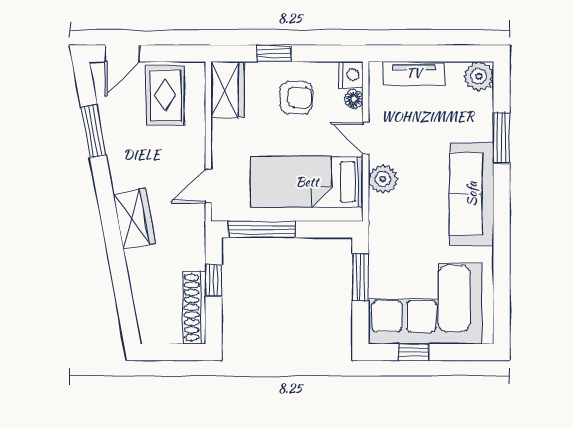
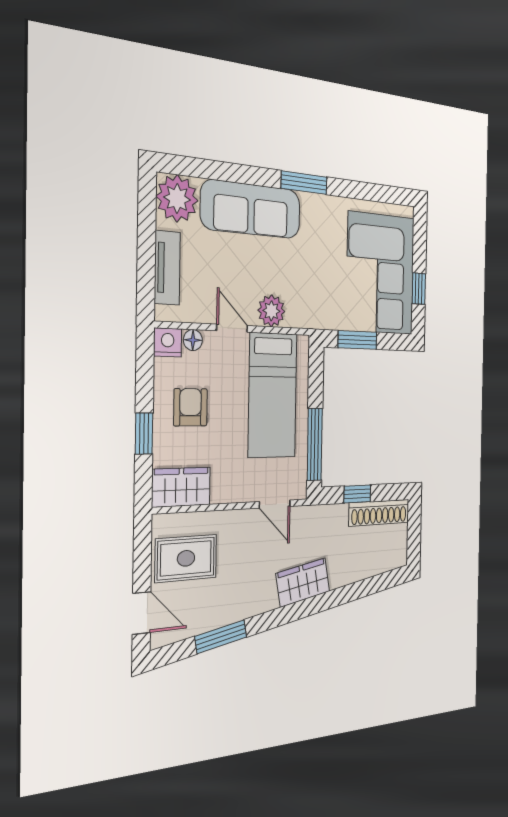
plant: (479, 76) -> (177, 198), width x1.36, depth x1.36
door: (366, 138) -> (232, 328), swing flipped
window: (502, 138) -> (304, 183), moved
sofa: (472, 194) -> (251, 209), moved

